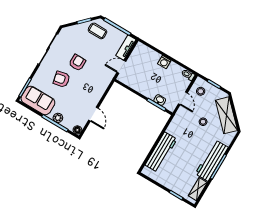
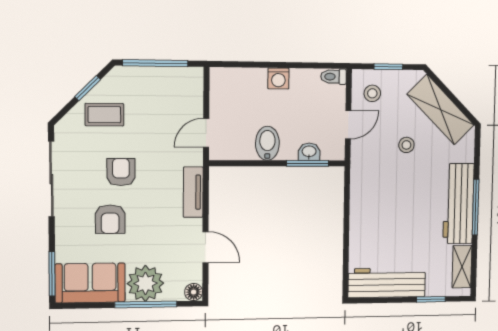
coffee table: (97, 31) -> (104, 115), moved
tv unit: (126, 48) -> (193, 192), moved
armchair: (62, 79) -> (110, 219), turned -78
bidet: (144, 86) -> (267, 143), added
door: (183, 98) -> (348, 125), hinge flipped
plant: (58, 118) -> (145, 283), width x1.87, depth x1.87
workbench: (161, 152) -> (387, 283), moved, turned -90

